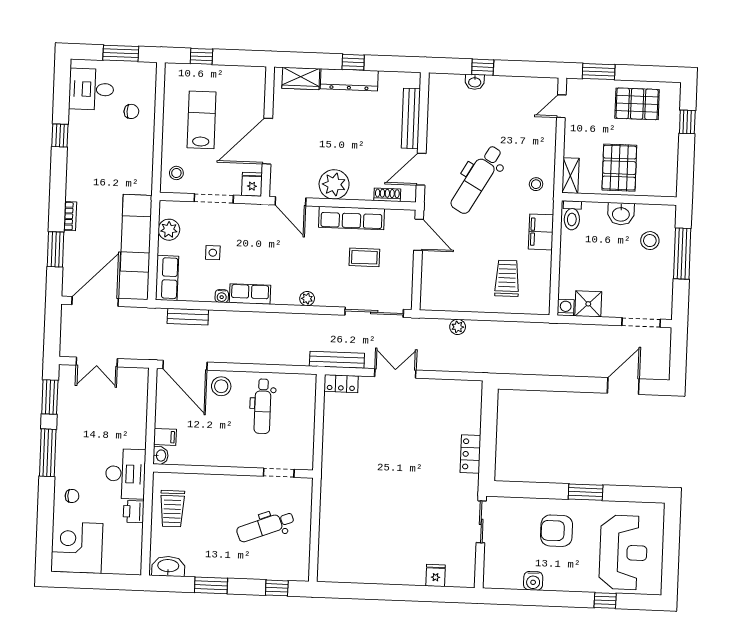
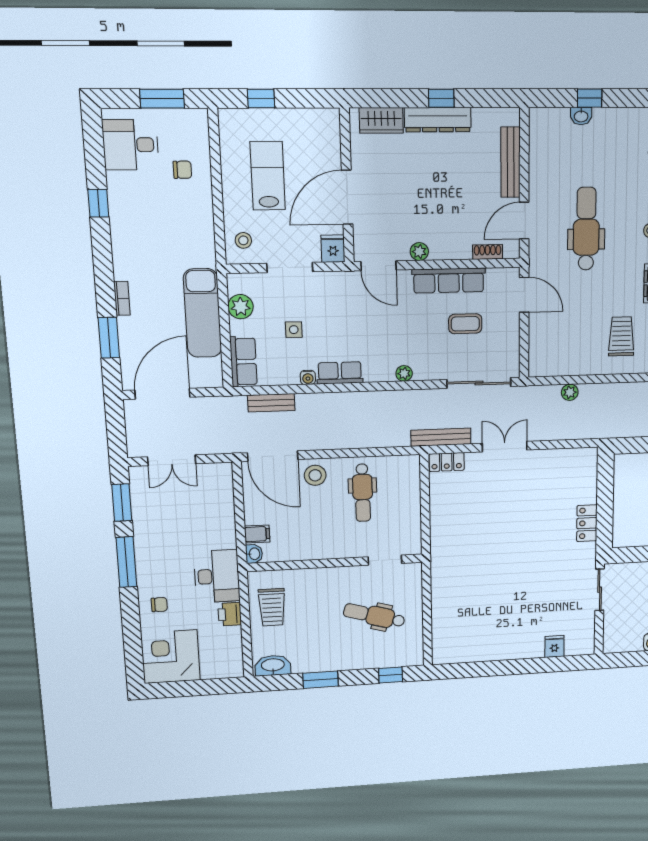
dental chair: (477, 179) -> (586, 229), turned 150
plant: (334, 184) -> (419, 252), width x0.53, depth x0.53
dental chair: (265, 526) -> (374, 616), turned 37

